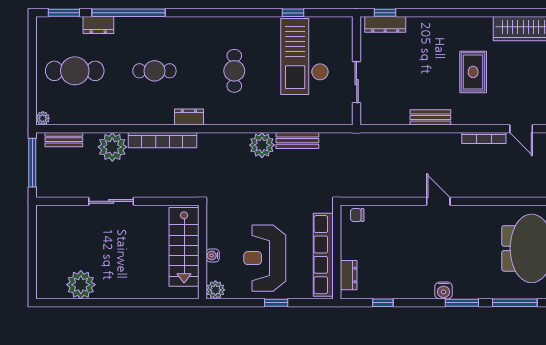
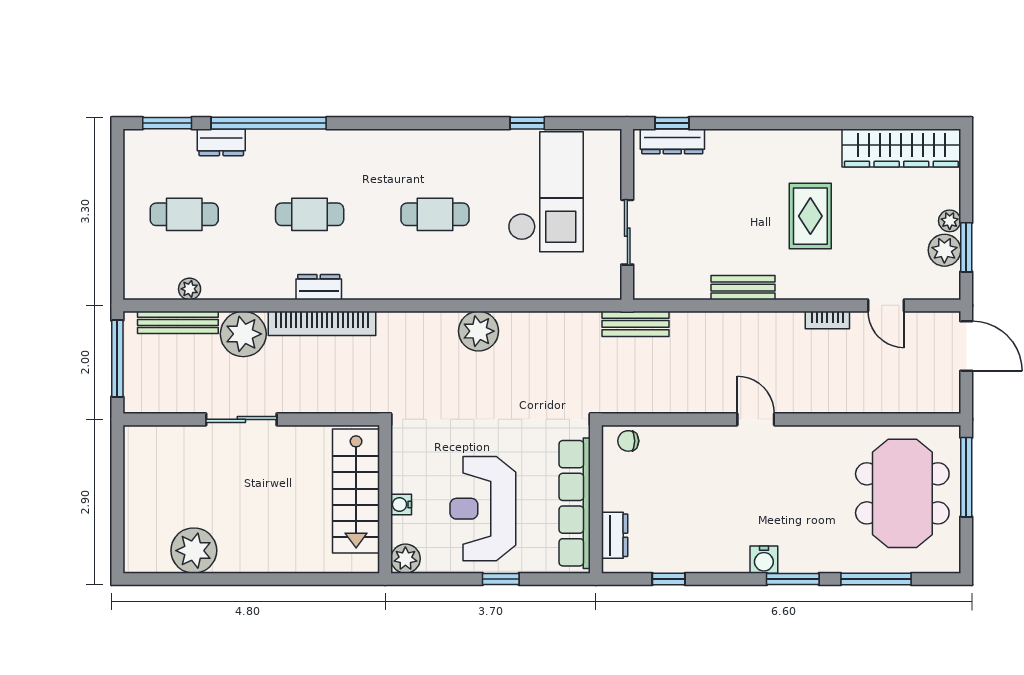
checkout: (305, 57) -> (546, 192), turned 180
cafe table: (75, 71) -> (184, 214), width x0.73, depth x0.74
cafe table: (234, 71) -> (435, 214), turned 90
dresser: (189, 117) -> (319, 287), moved
plant: (43, 118) -> (190, 289), moved
bookcase: (484, 138) -> (827, 320), width x0.64
bench: (64, 140) -> (178, 322), width x1.36
bench: (297, 141) -> (636, 324), moved

